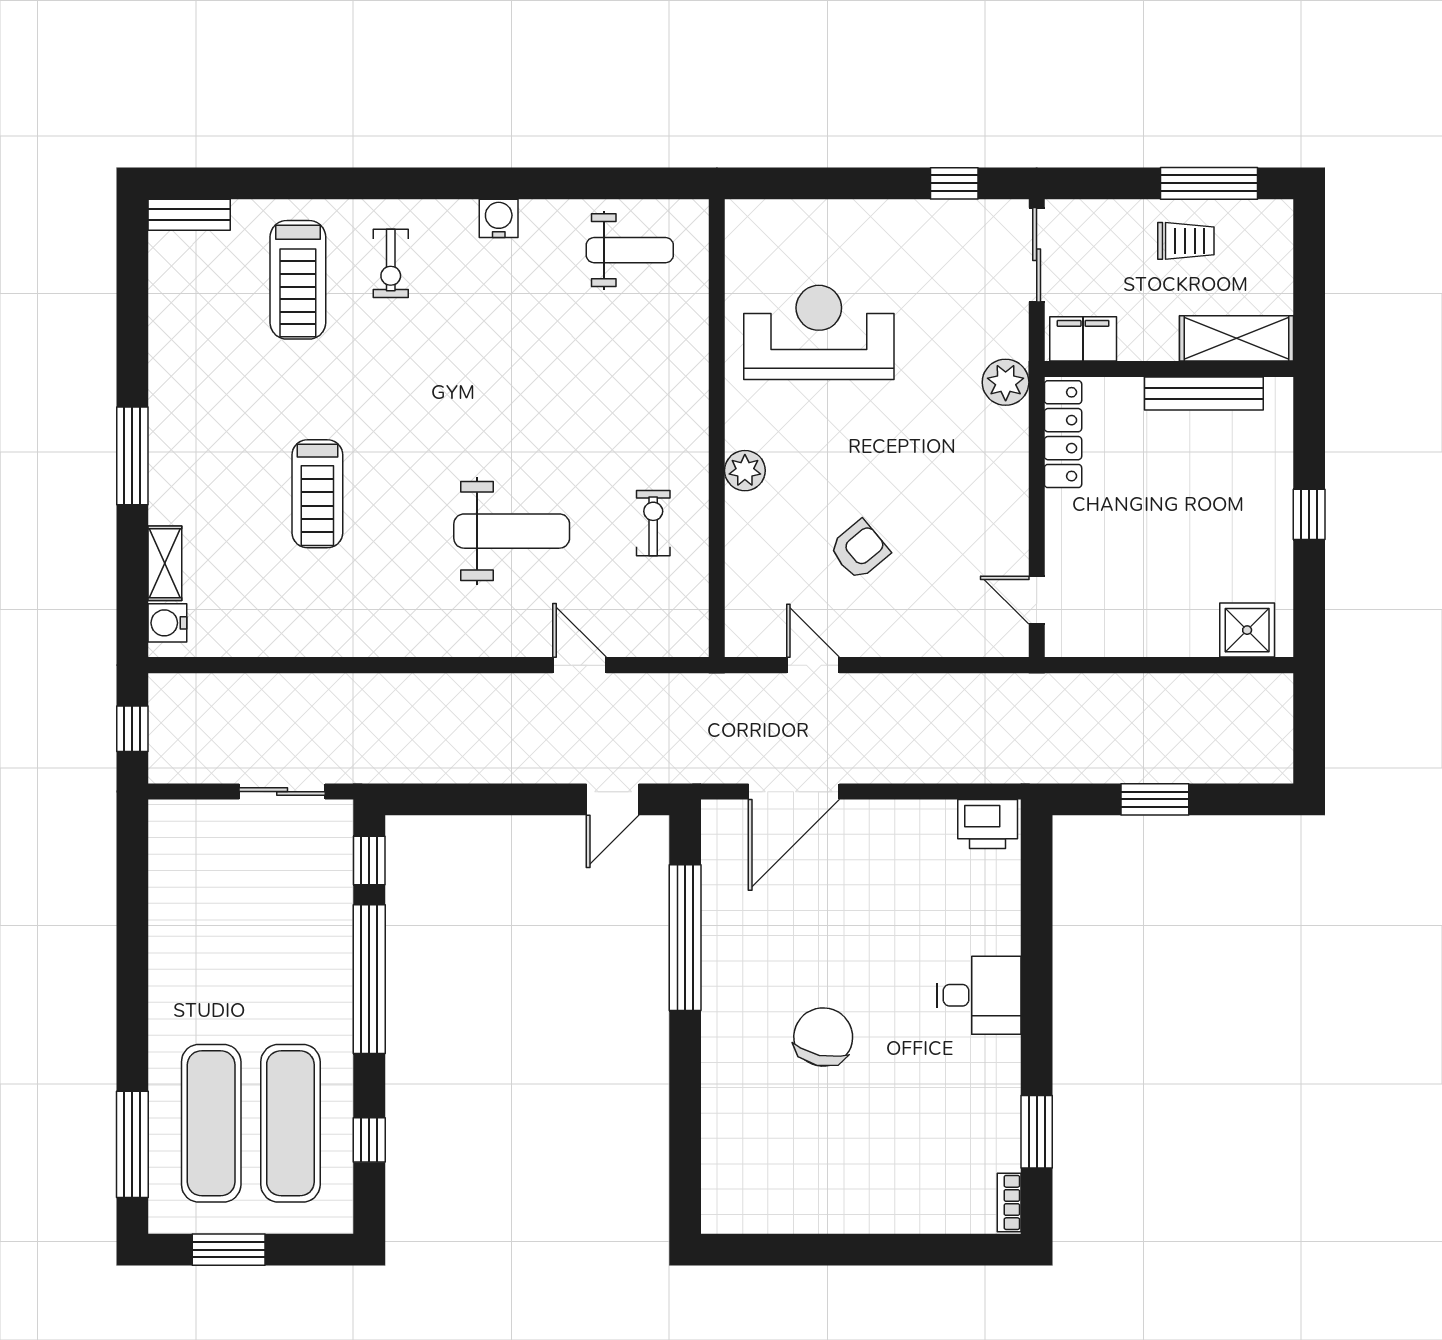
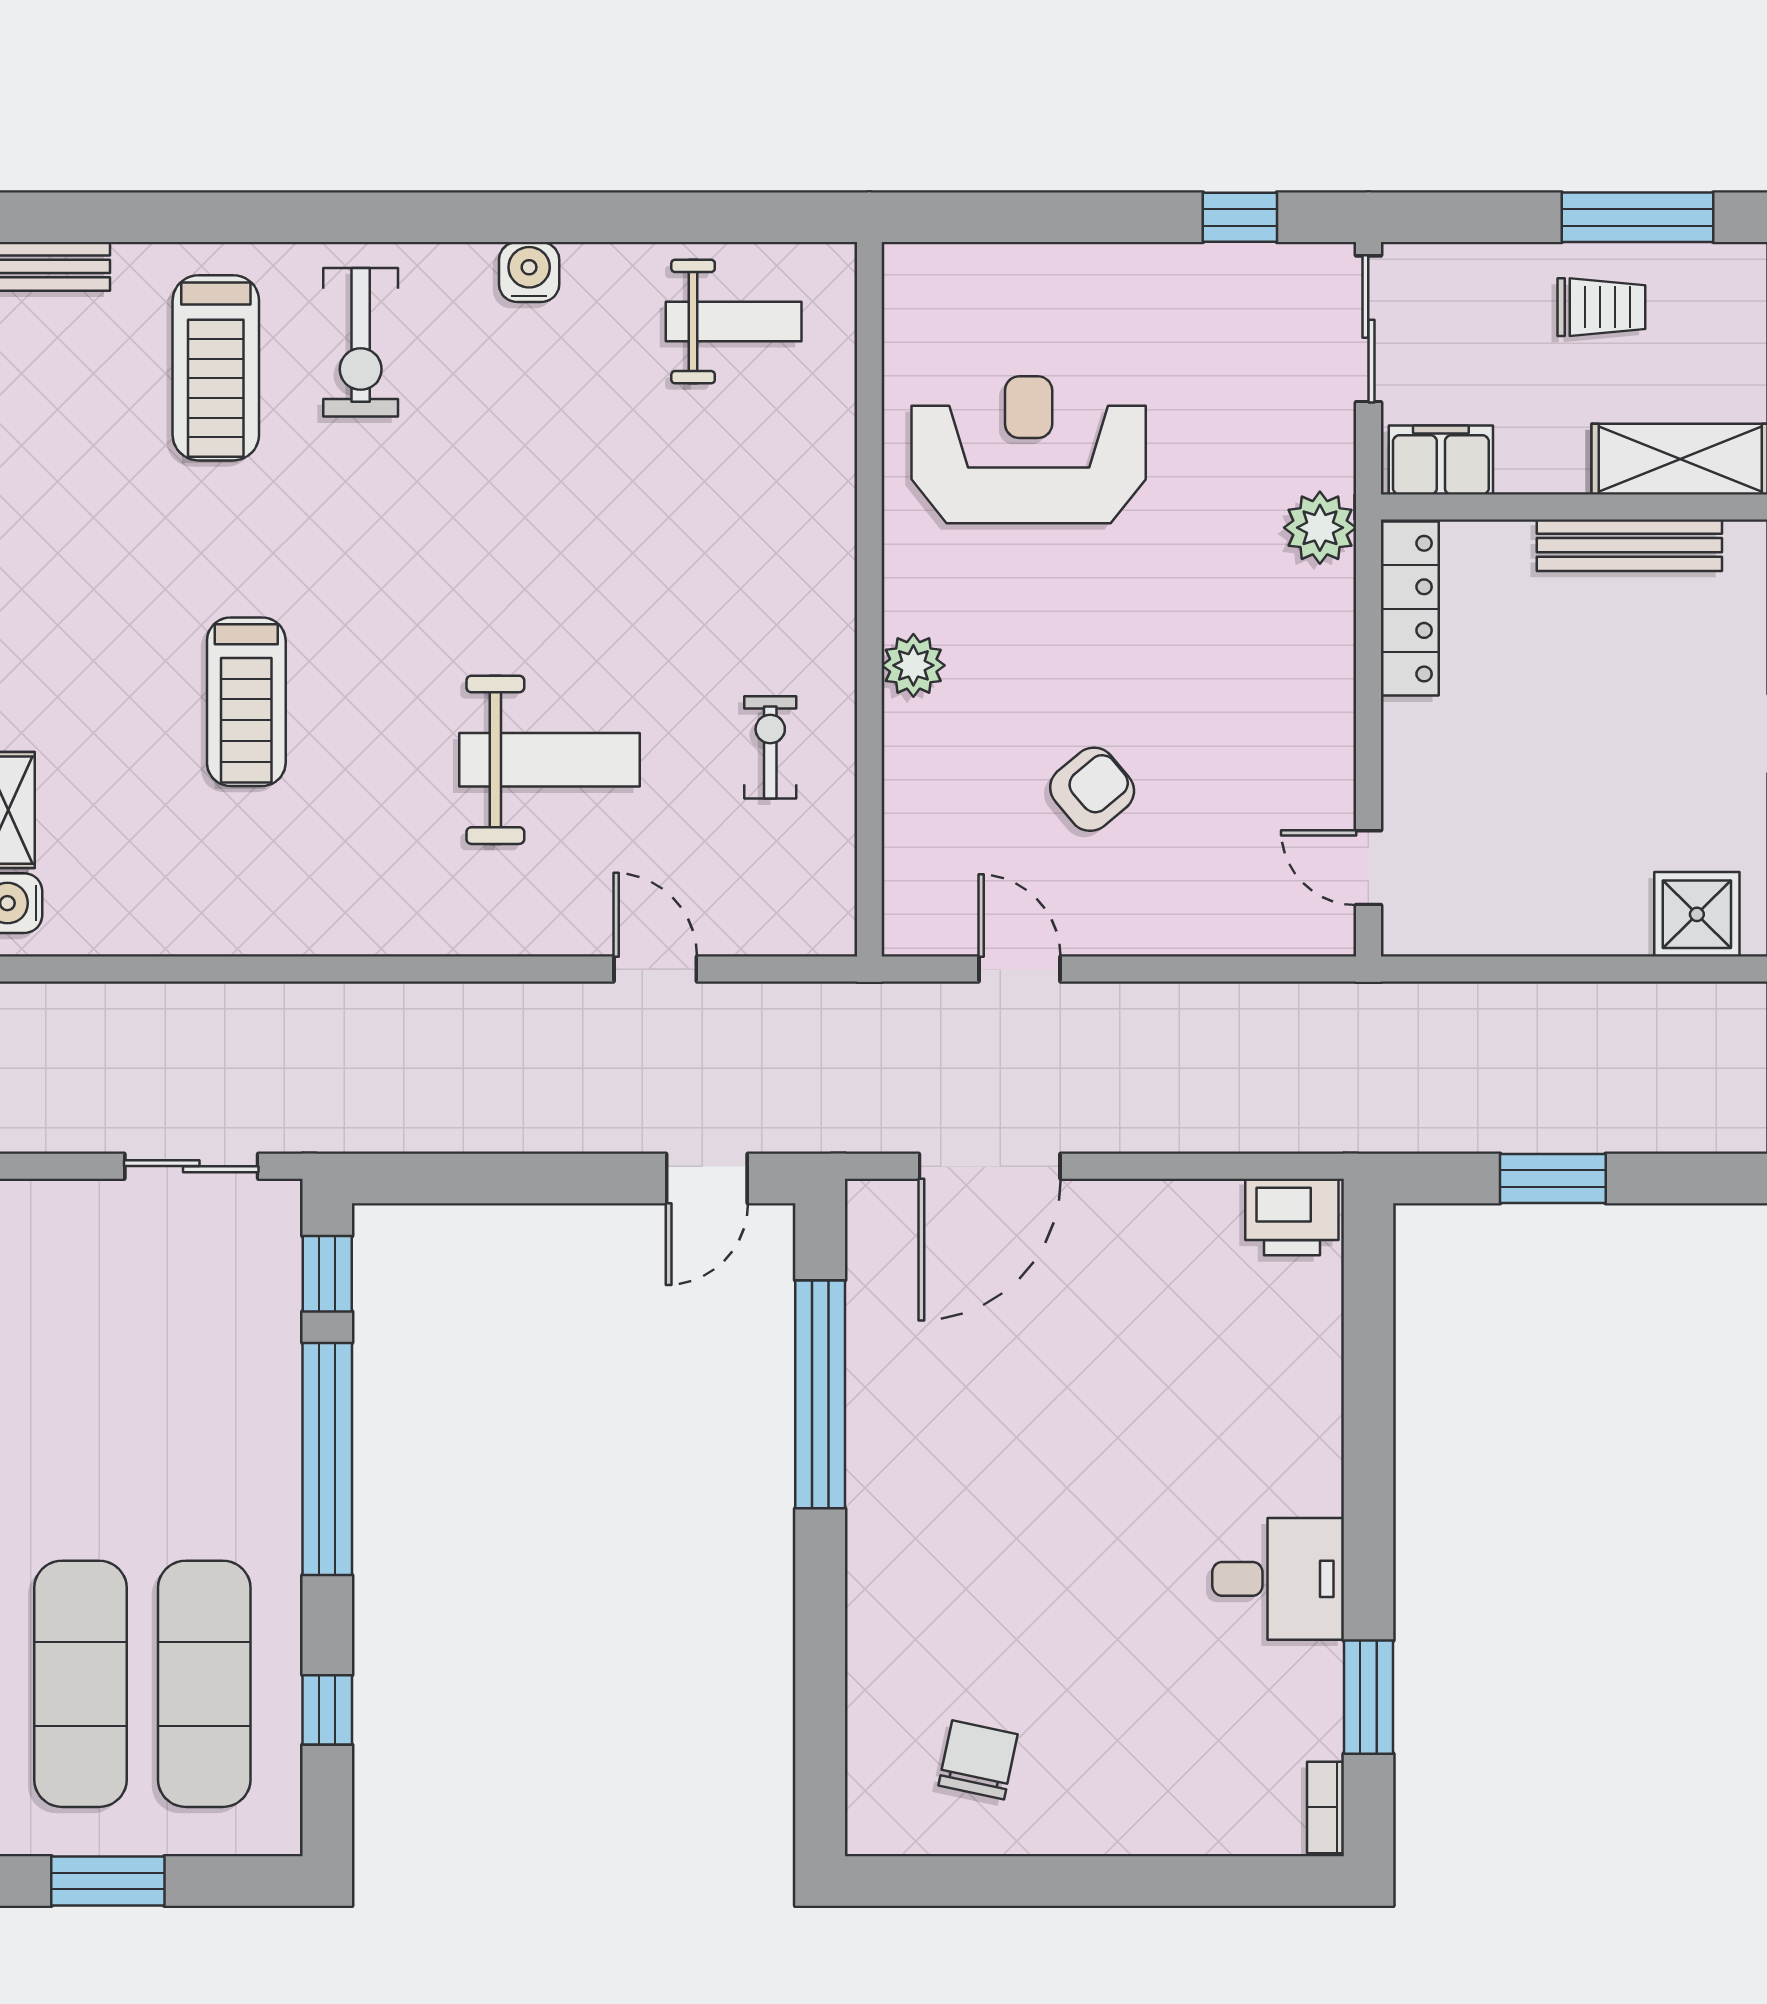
exercise bike: (391, 263) -> (361, 342), width x1.38, depth x1.39
desk: (979, 995) -> (1278, 1579), moved
chair: (823, 1037) -> (978, 1760), moved, width x0.73, depth x0.73

